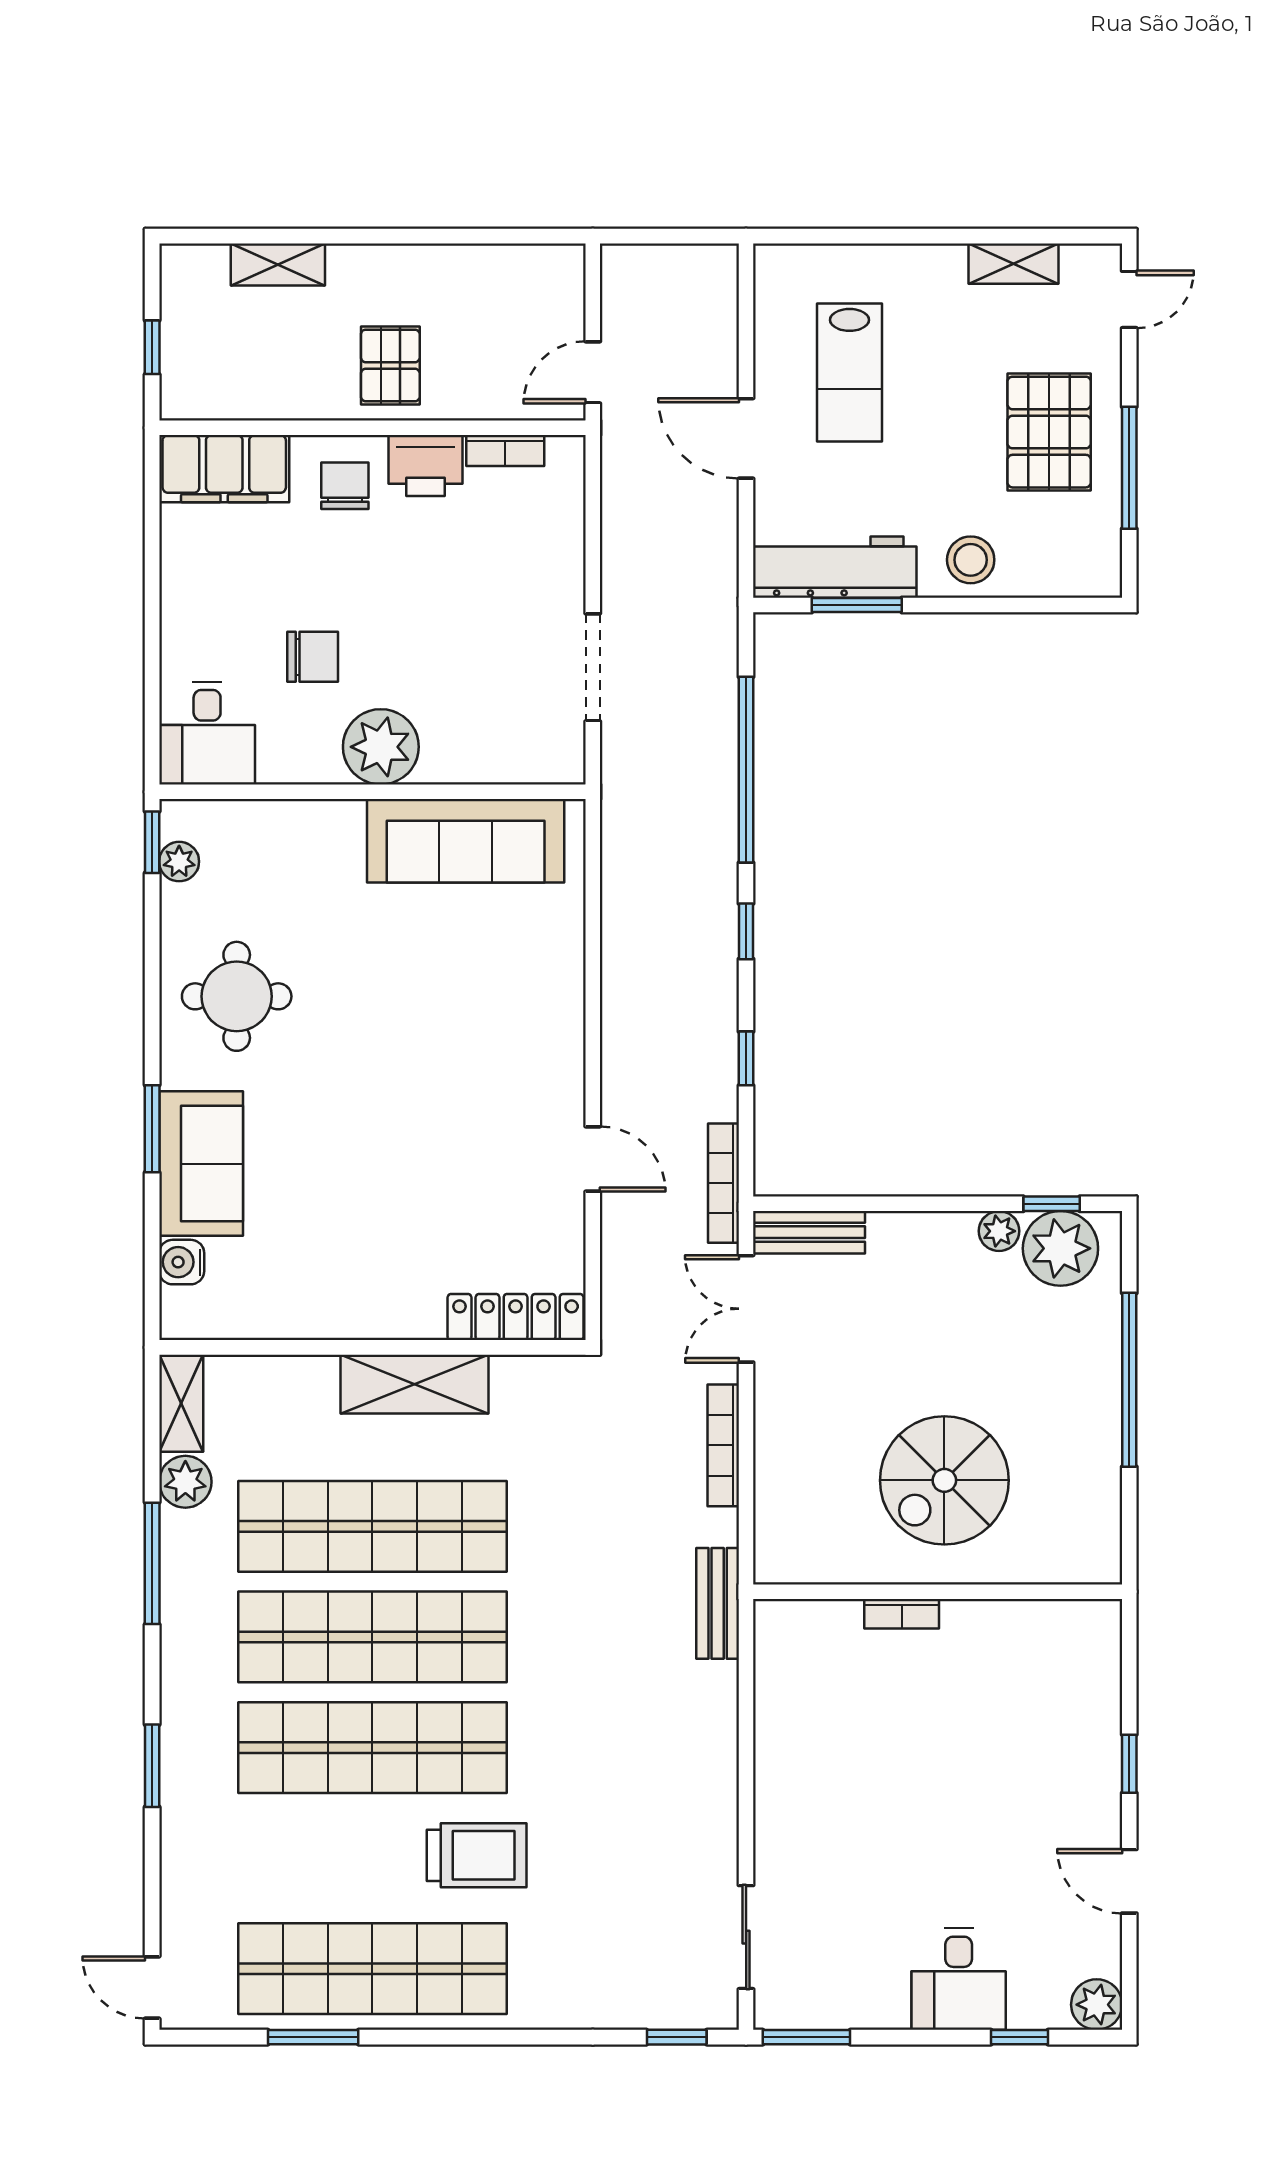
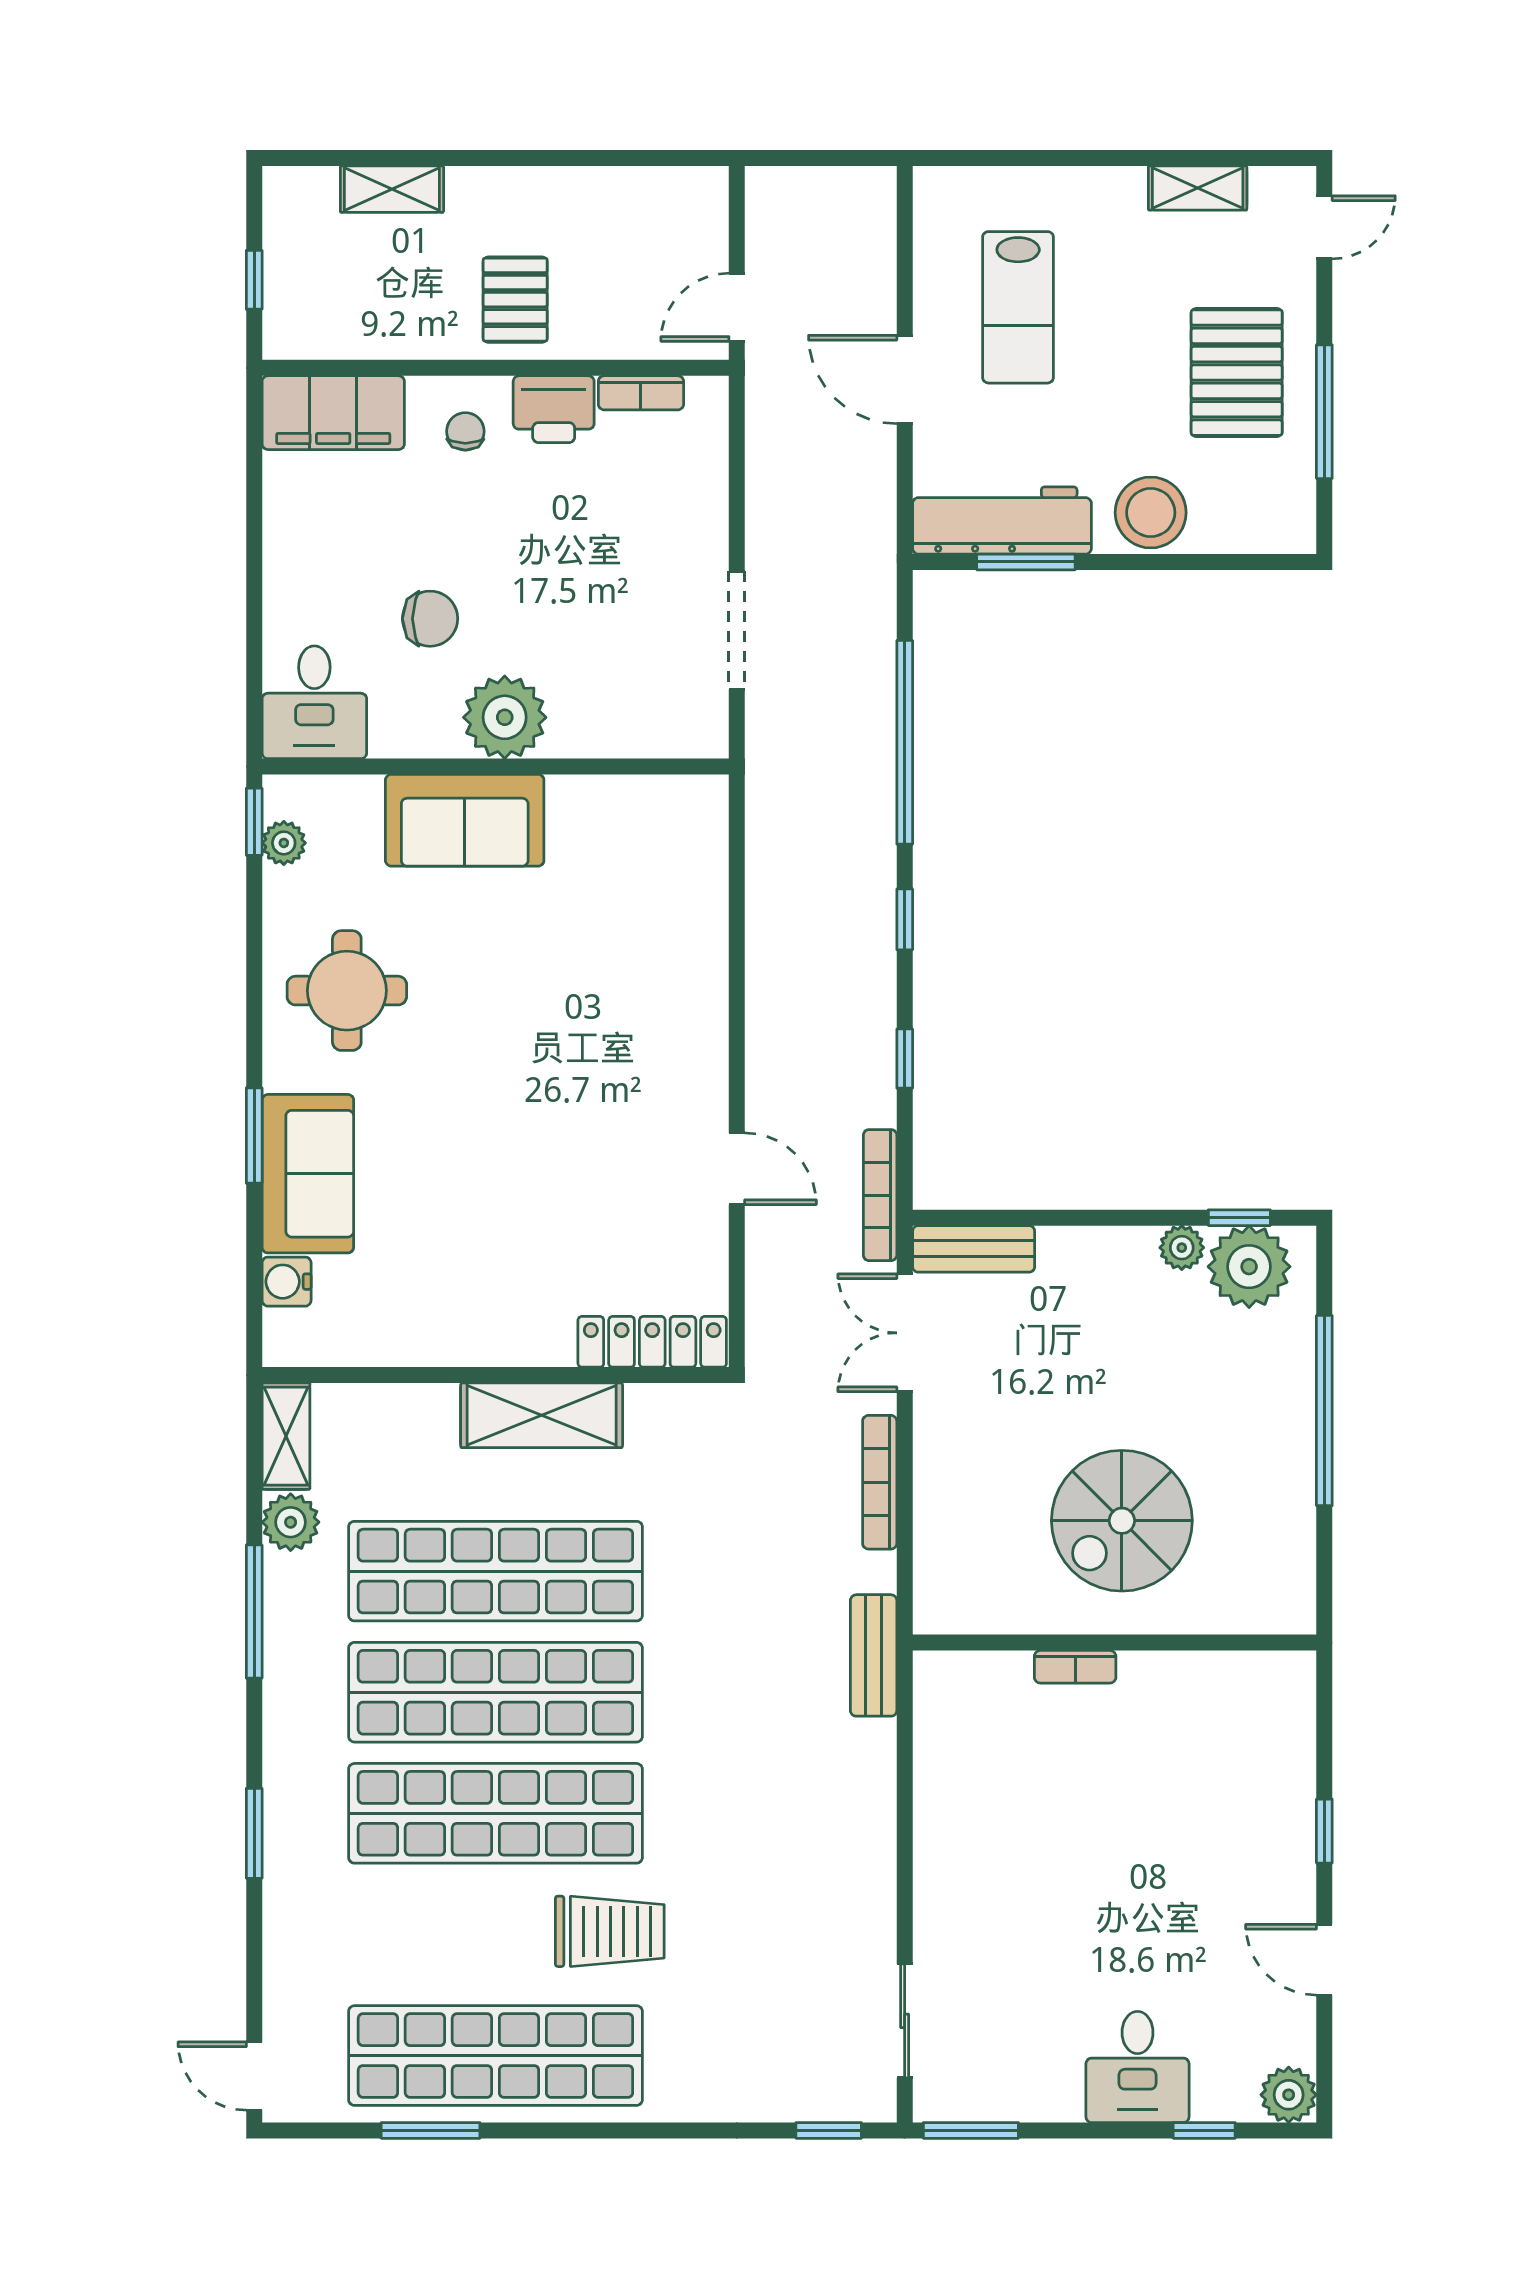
chair: (345, 486) -> (465, 431), width x0.73, depth x0.73
stool: (971, 560) -> (1151, 513), width x1.38, depth x1.38
sofa: (466, 841) -> (465, 820), moved, width x0.73

